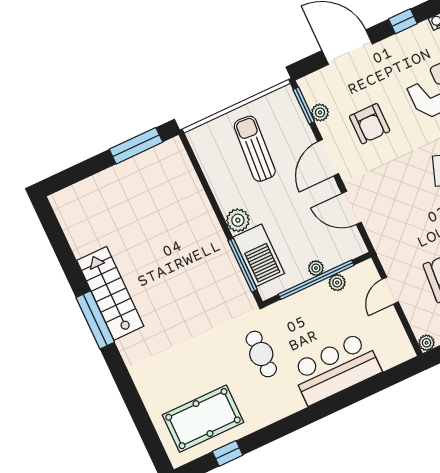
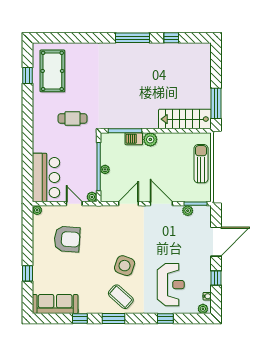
armchair: (370, 124) -> (169, 234), removed
sun lounger: (255, 149) -> (201, 164), moved, turned -94
barbecue: (259, 255) -> (134, 139), width x0.53, depth x0.65
window: (68, 261) -> (171, 38), added
plant: (337, 283) -> (92, 197), moved
stairs: (110, 293) -> (185, 119), moved, turned 180
bar counter: (336, 369) -> (46, 177), moved

